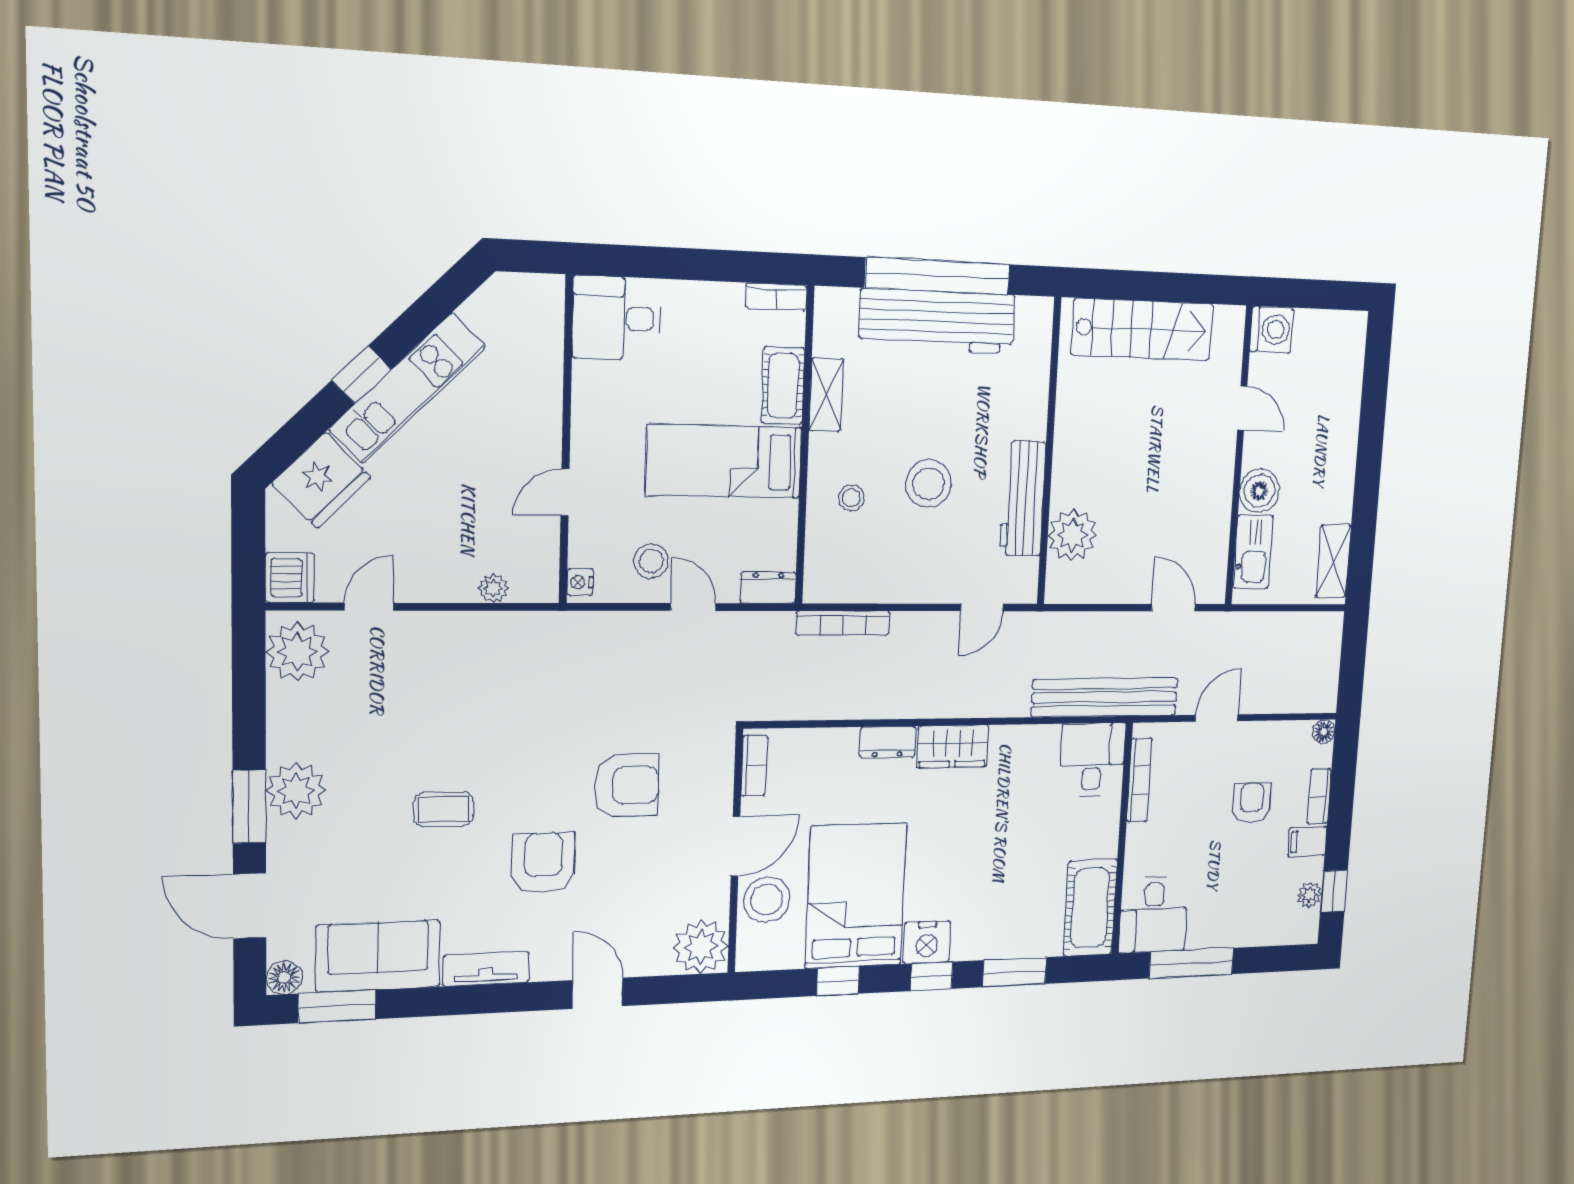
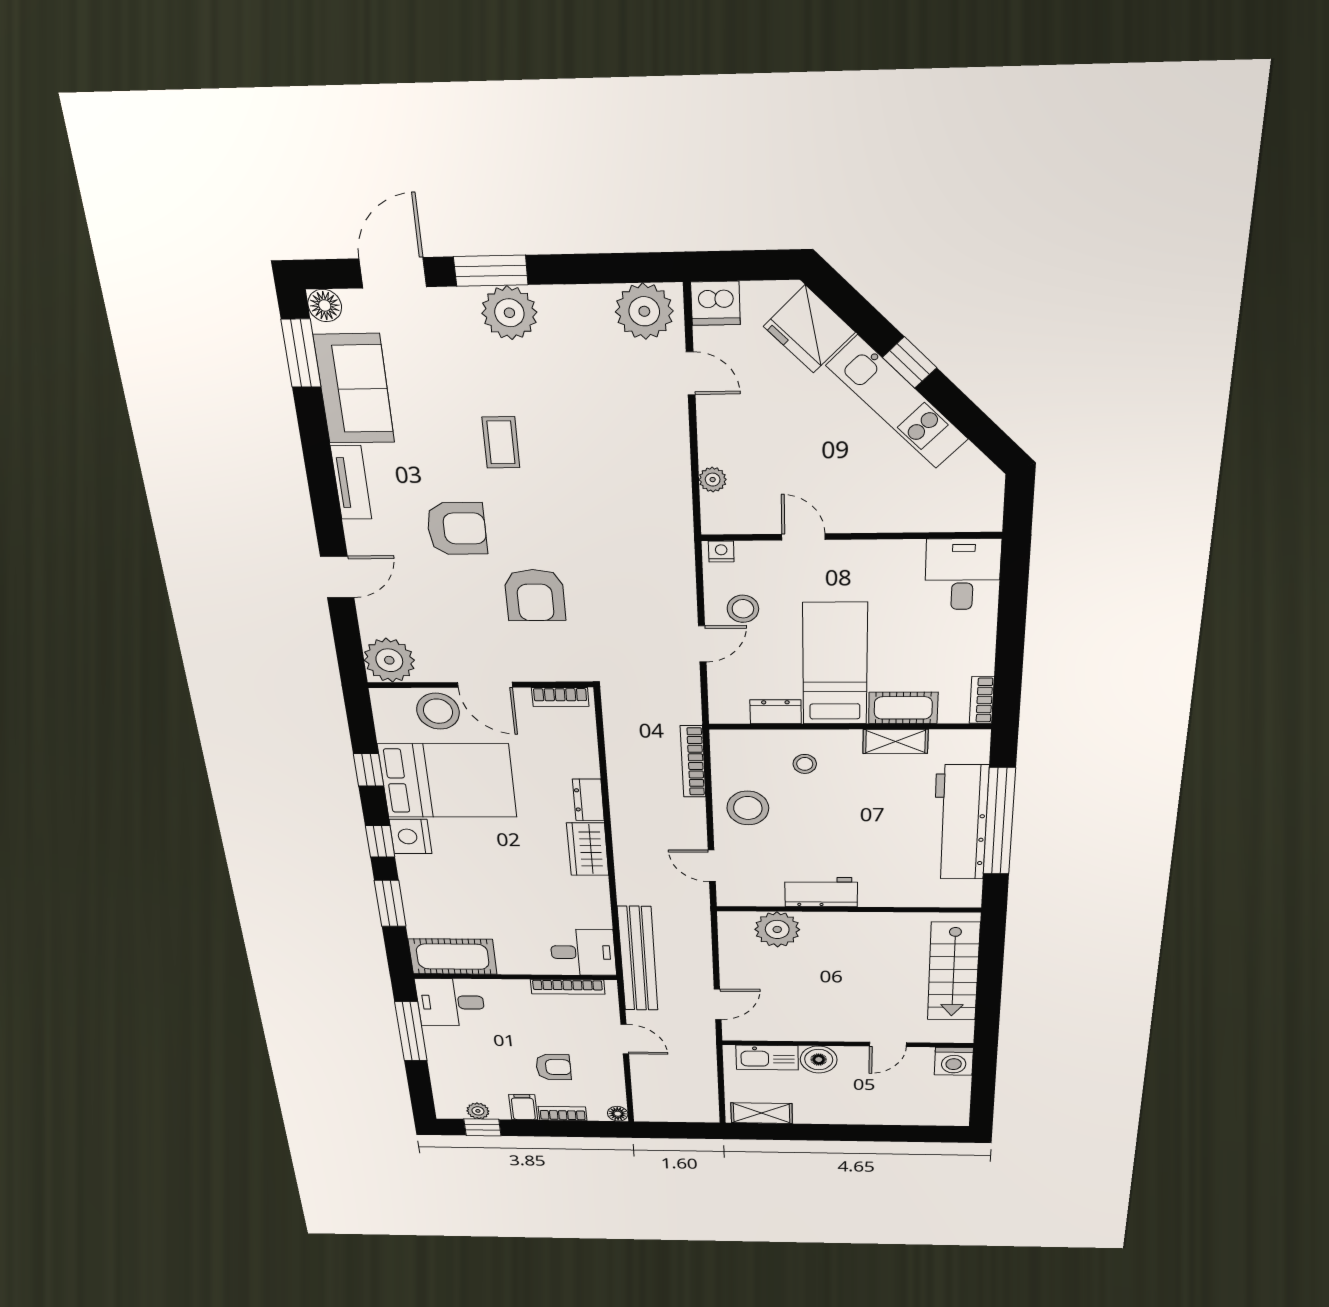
stool: (928, 484) -> (748, 808), moved
workbench: (1023, 499) -> (821, 892), width x0.73
dresser: (768, 588) -> (776, 712), moved, turned -90

